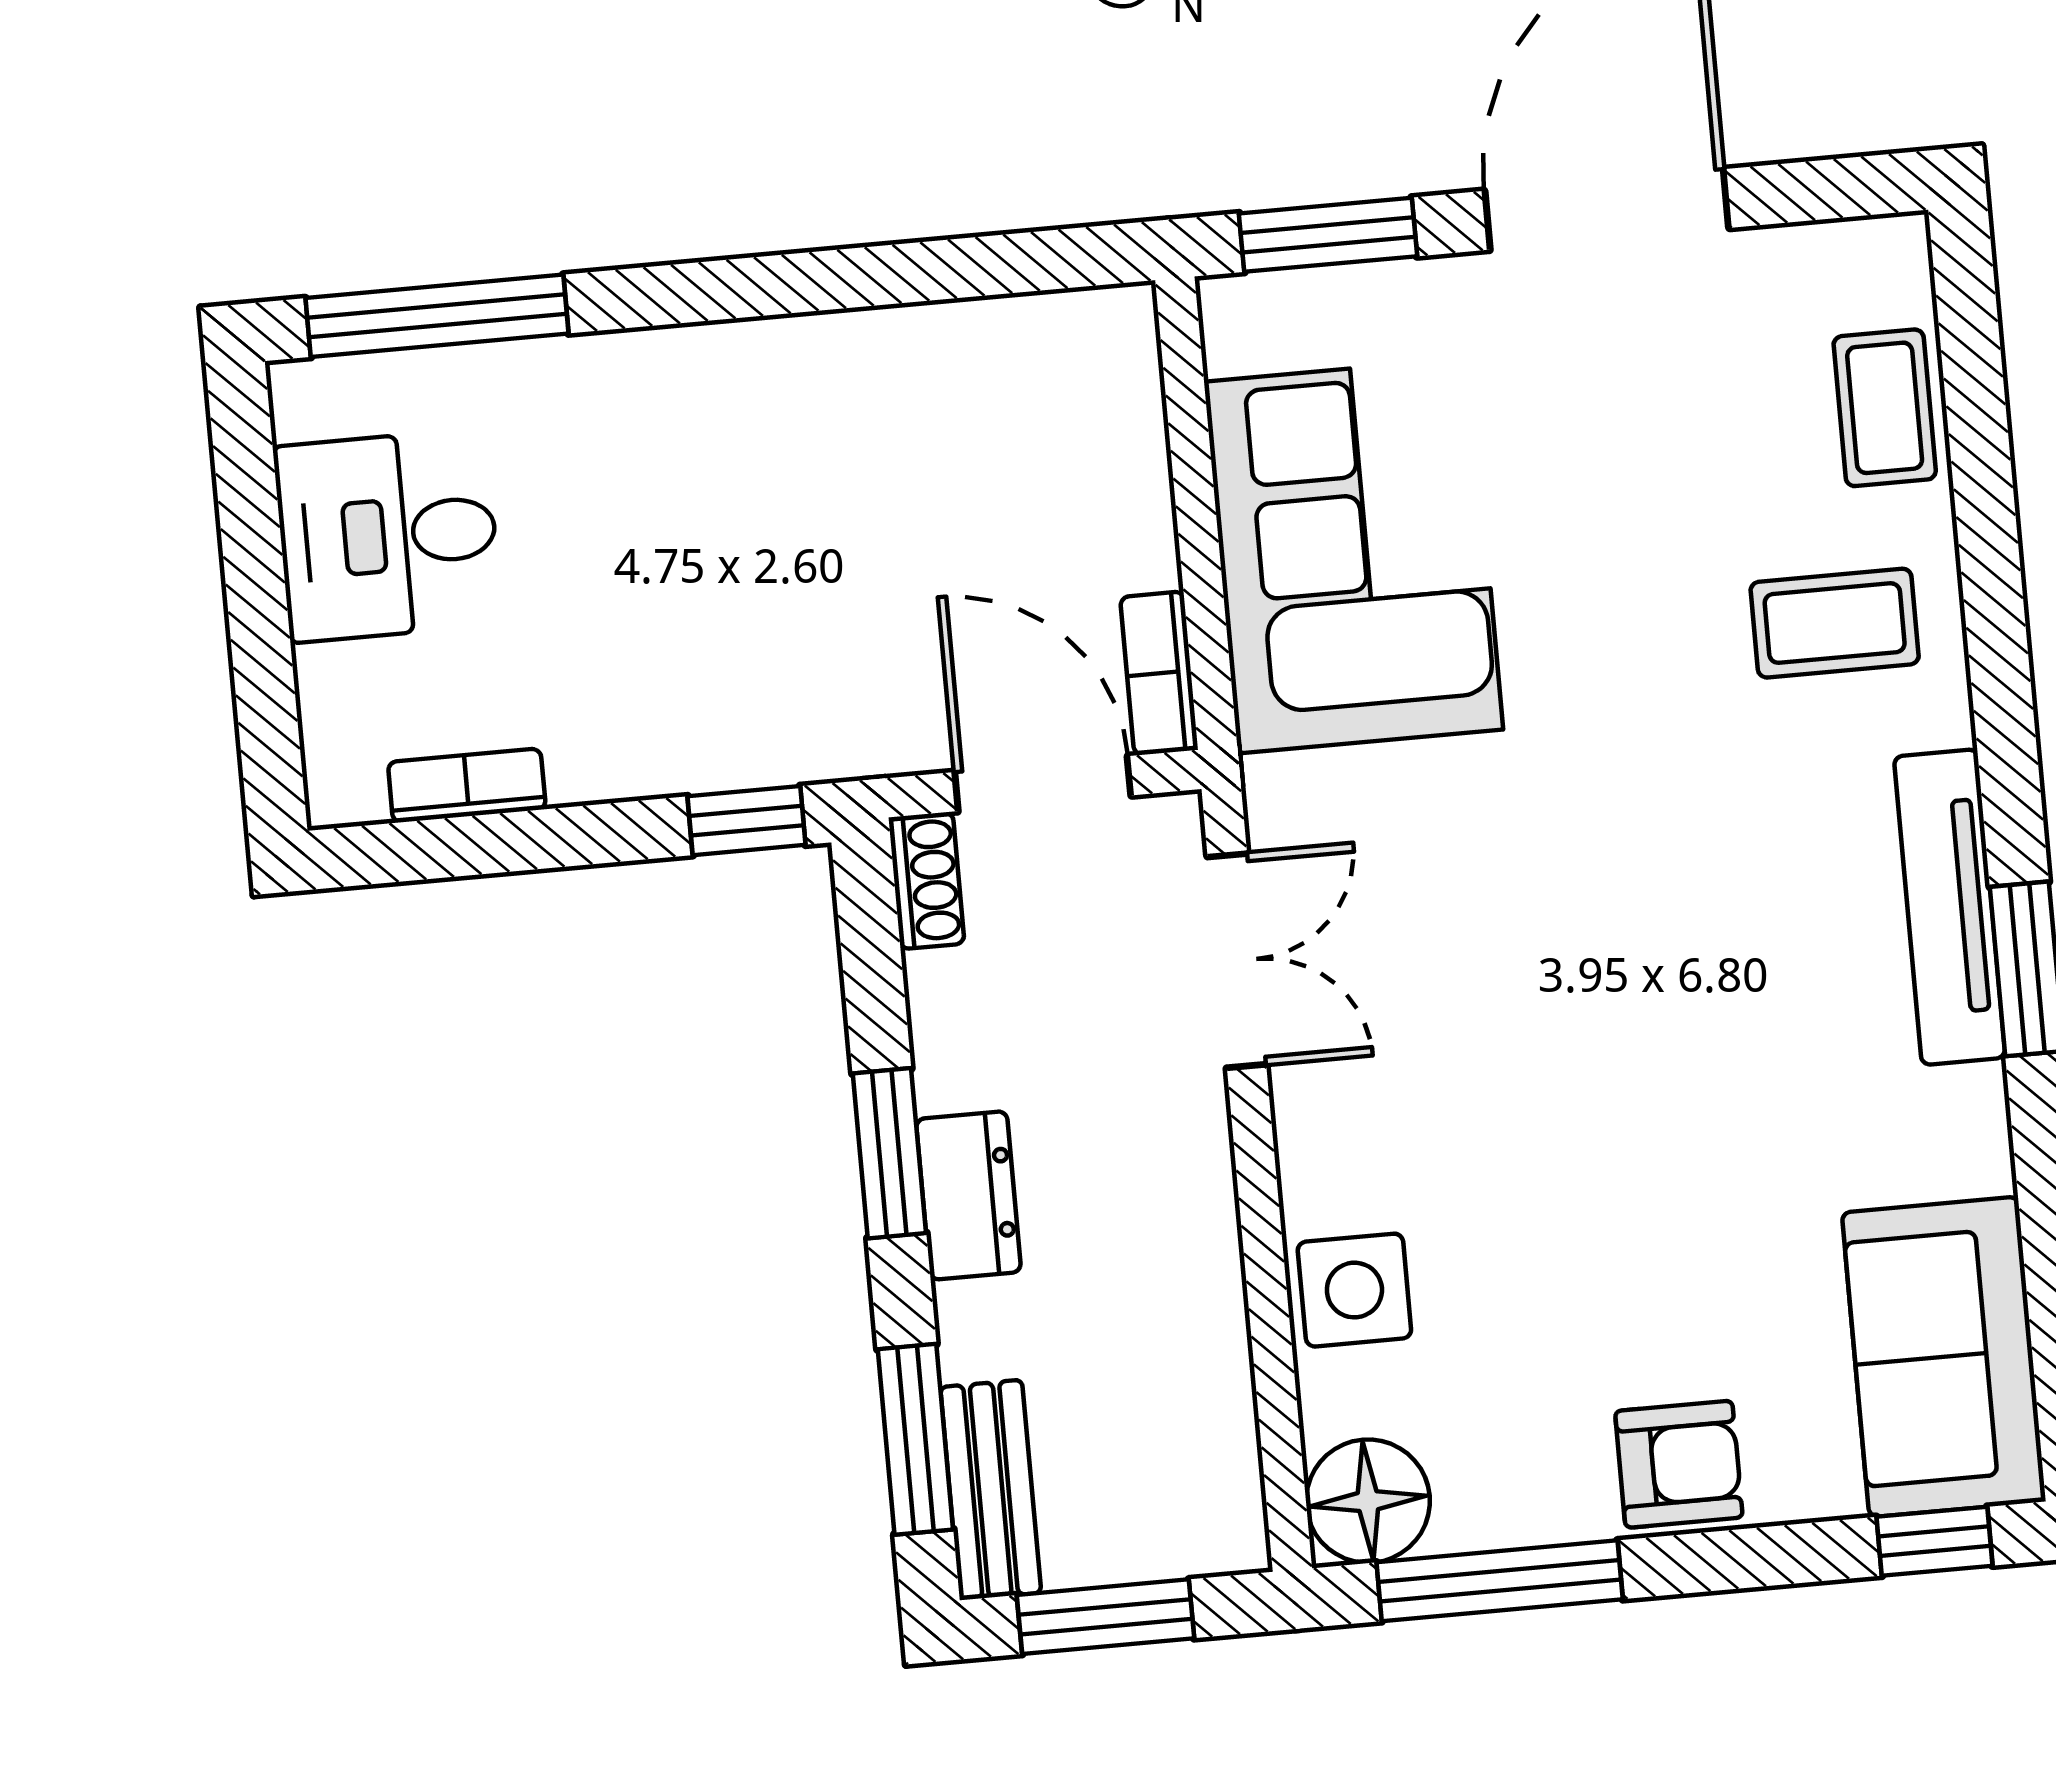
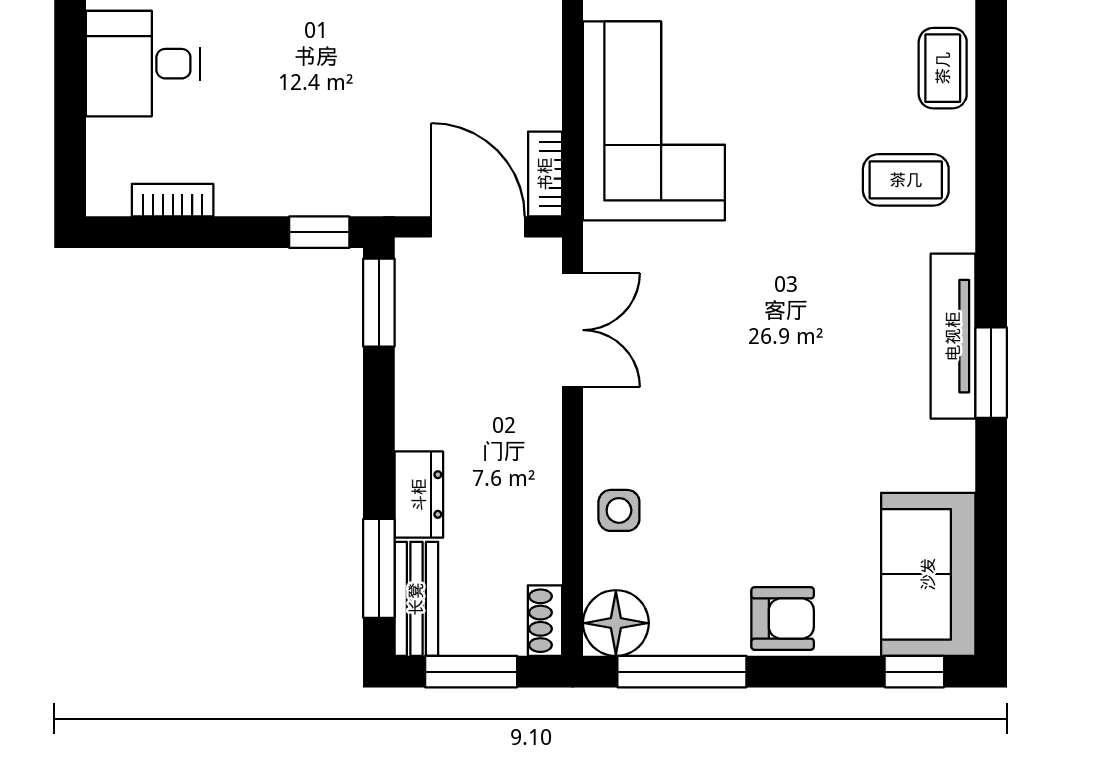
shoe rack: (926, 881) -> (545, 621), moved, turned 180
window: (889, 1153) -> (379, 303), moved
dresser: (969, 1195) -> (419, 495), moved
side table: (1354, 1290) -> (619, 510), width x0.73, depth x0.73

